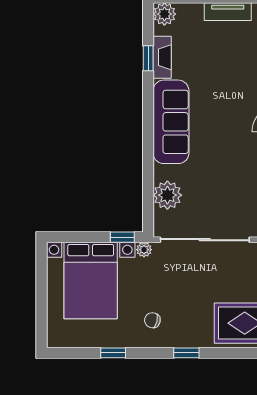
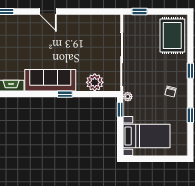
window: (148, 58) -> (65, 94), moved
bed with nightstands: (91, 281) -> (146, 136), width x0.73

